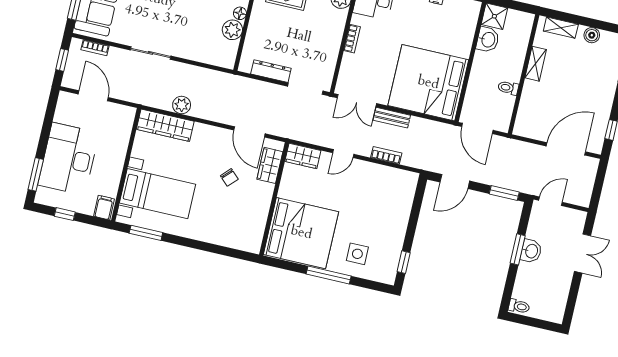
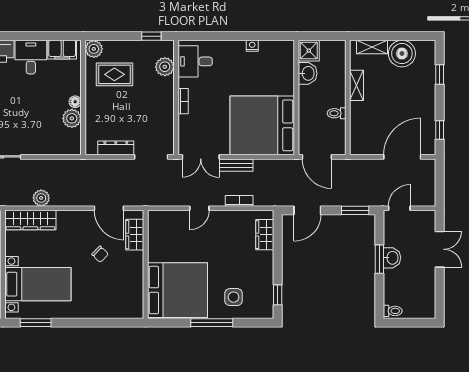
boiler: (592, 35) -> (402, 54), width x1.86, depth x1.86
wardrobe: (303, 156) -> (265, 235), moved, turned 90

